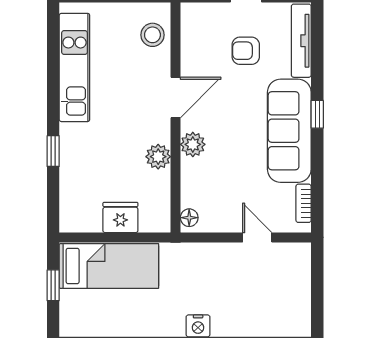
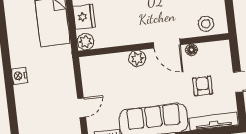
plant: (158, 157) -> (85, 42), moved
floor lamp: (189, 218) -> (191, 50), moved

